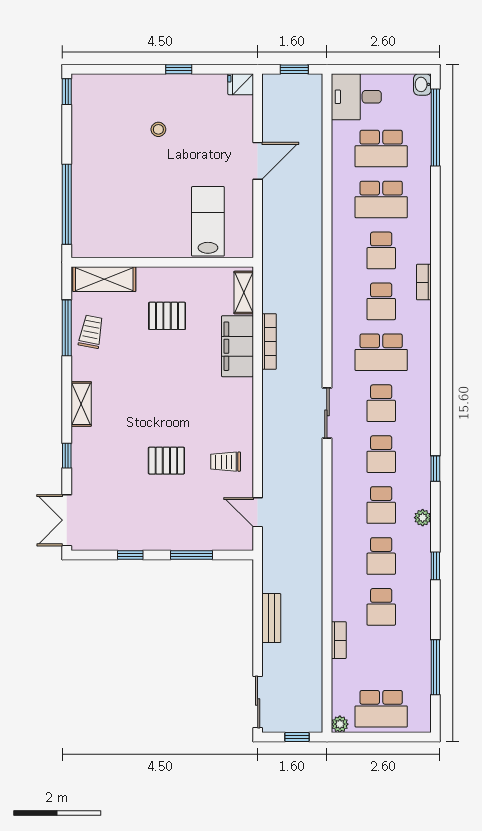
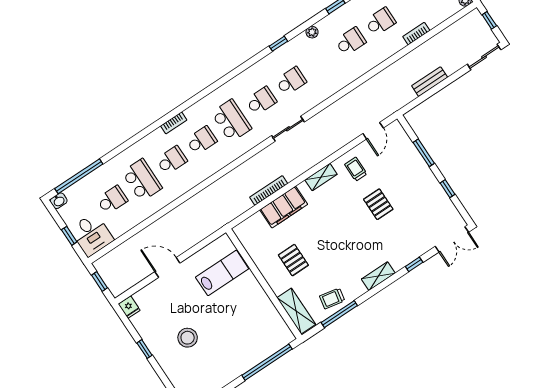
window: (372, 69) -> (69, 236), added
stool: (158, 129) -> (188, 338), width x1.89, depth x1.89
school desk: (381, 149) -> (112, 200), width x0.54
lab bench: (208, 221) -> (222, 273), turned 180
shelving: (244, 293) -> (321, 177), moved
trolley: (226, 462) -> (356, 169), turned 180
school desk: (381, 505) -> (321, 61), removed

